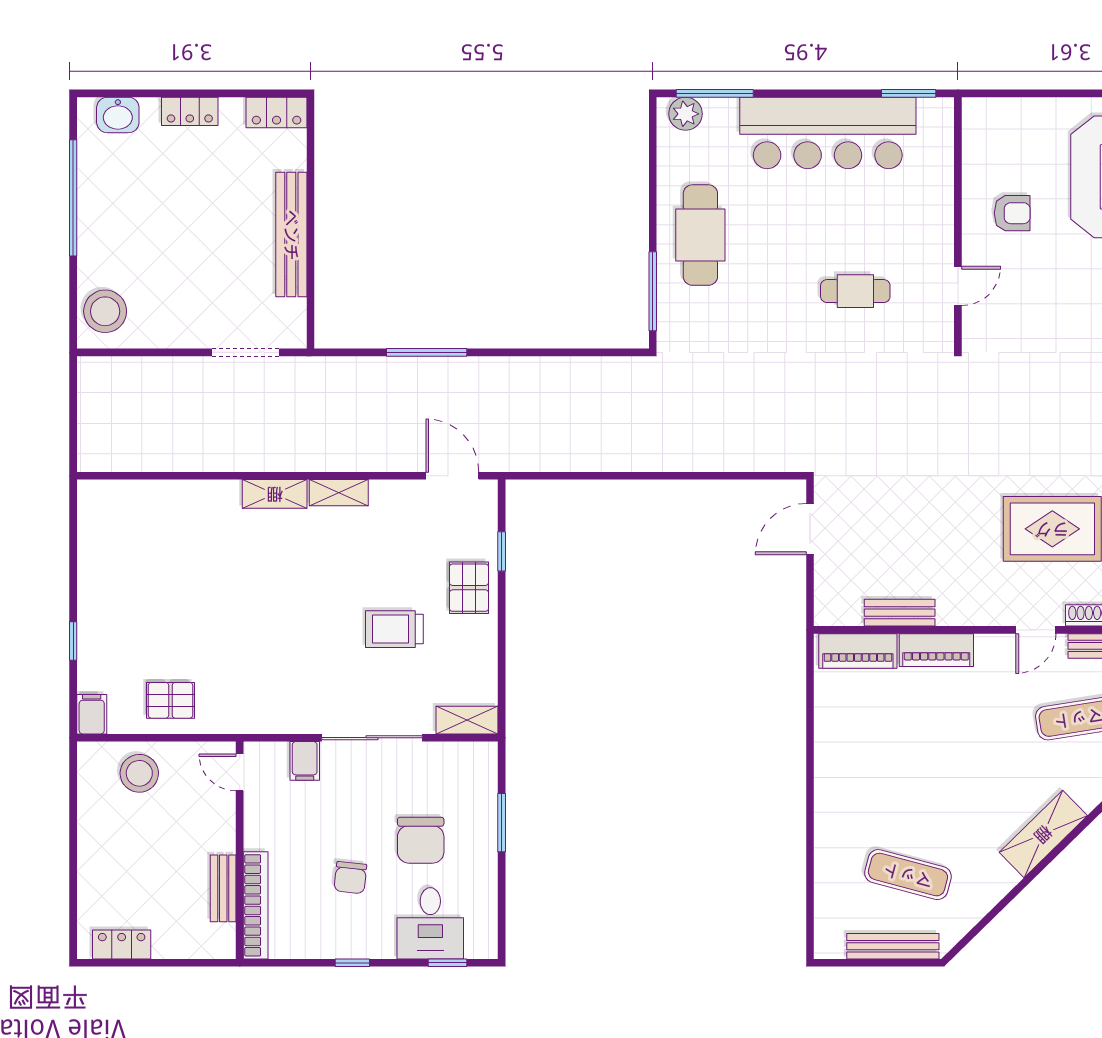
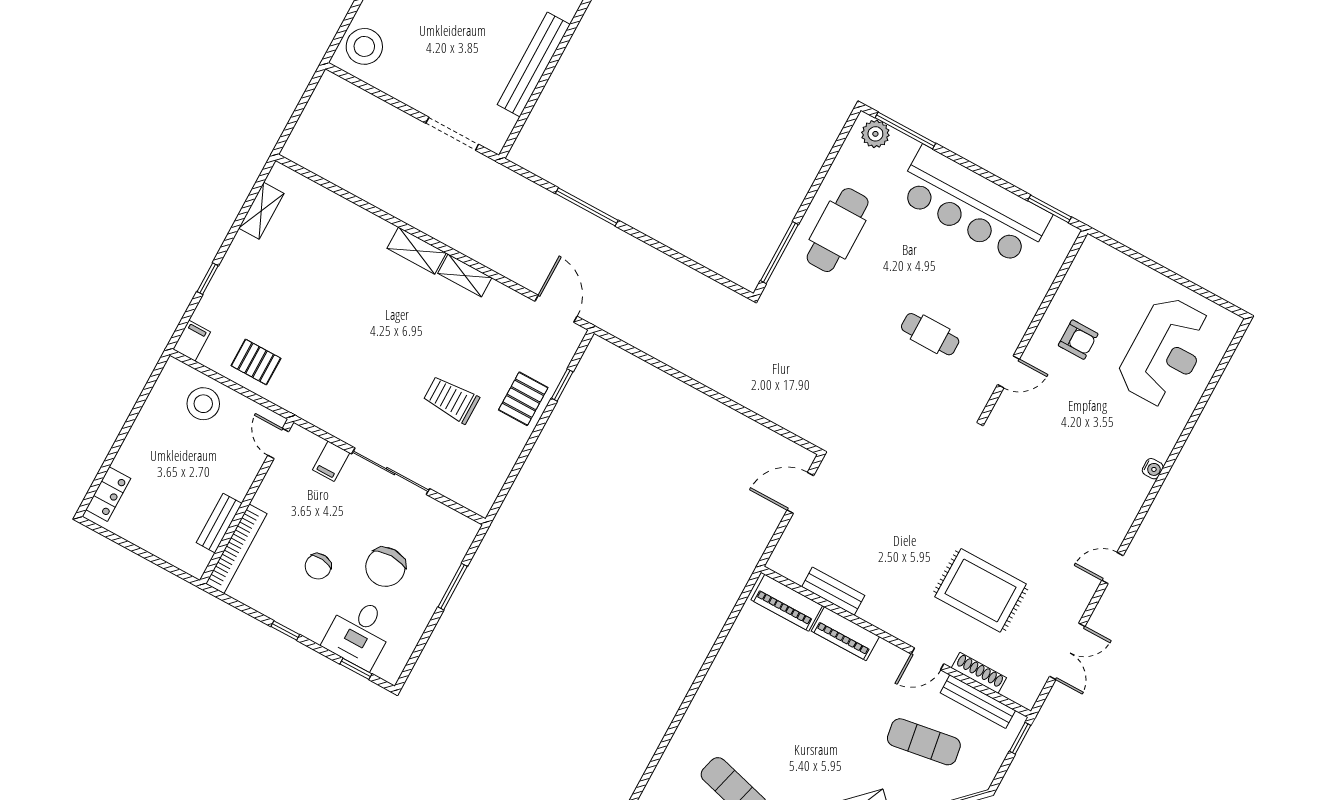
shelving: (467, 720) -> (261, 211), moved, turned 90
locker: (122, 944) -> (108, 494), moved, turned 90

